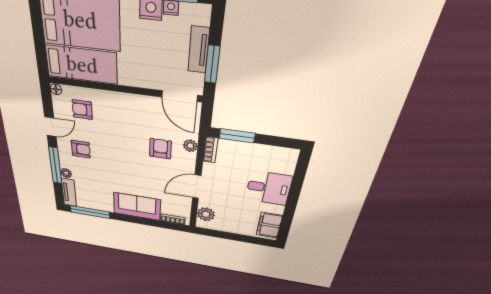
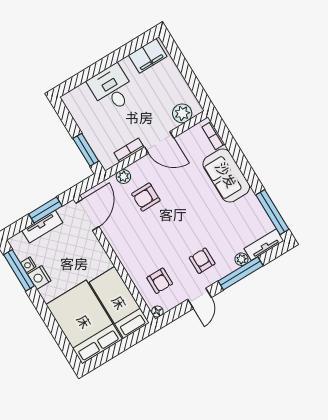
door: (50, 127) -> (200, 298), swing flipped
bookcase: (210, 150) -> (129, 150), moved

